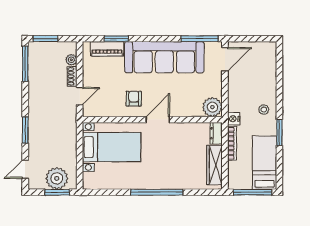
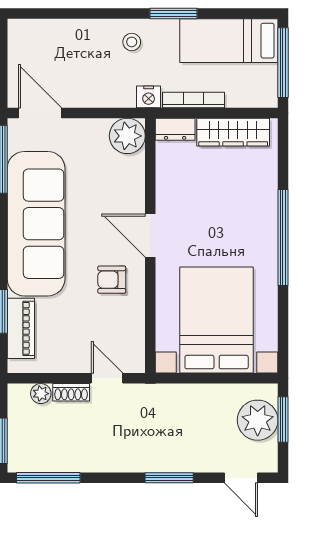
bed with nightstands: (112, 147) -> (217, 320), width x1.36

